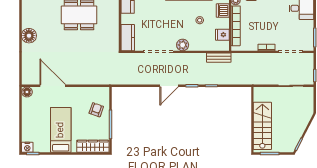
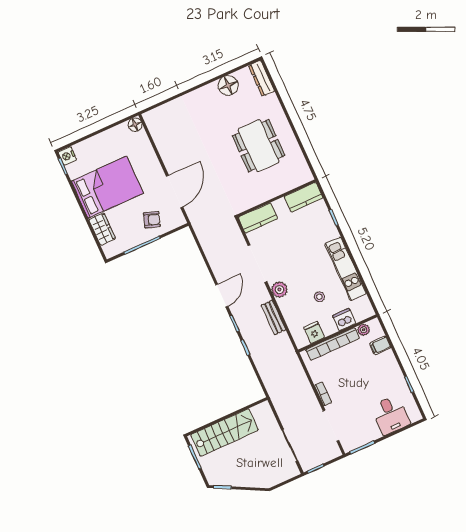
floor lamp: (29, 36) -> (228, 85), moved
bench: (219, 58) -> (273, 318), moved
door: (53, 86) -> (175, 192), moved
door: (169, 86) -> (222, 296), swing flipped
bed: (61, 130) -> (107, 187), width x1.50
wardrobe: (93, 146) -> (102, 229), width x0.67

